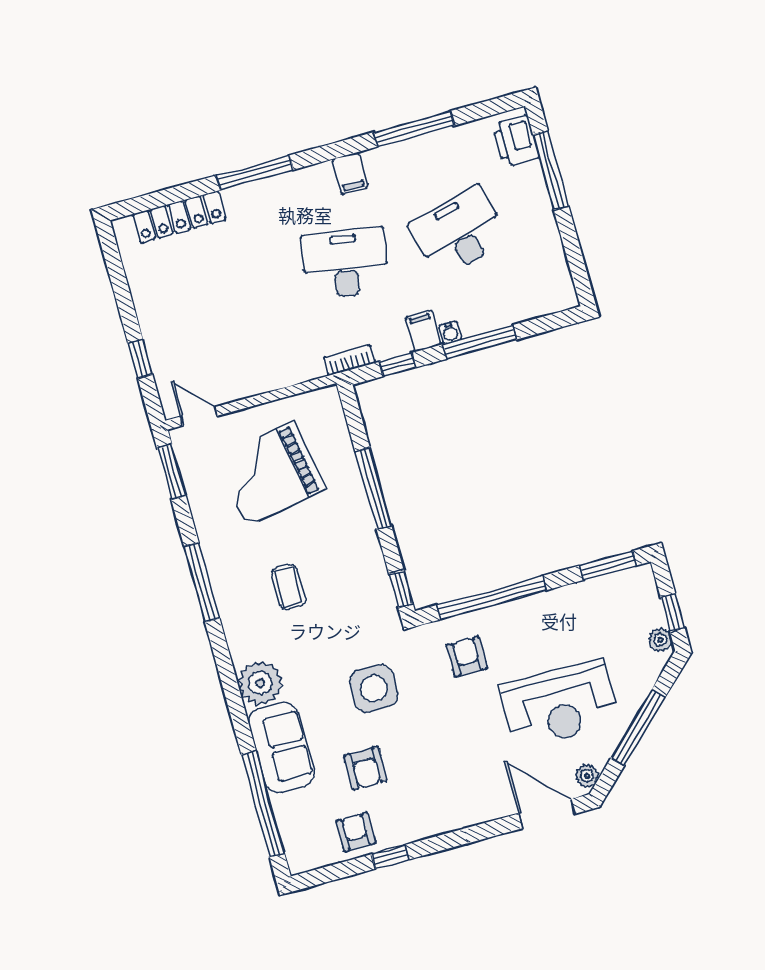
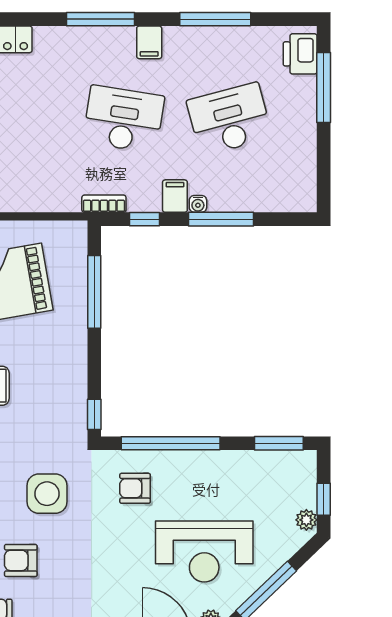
window: (255, 173) -> (101, 19), moved
window: (373, 488) -> (94, 292), moved
armchair: (467, 657) -> (135, 488), turned -90
armchair: (365, 768) -> (21, 560), turned 90

